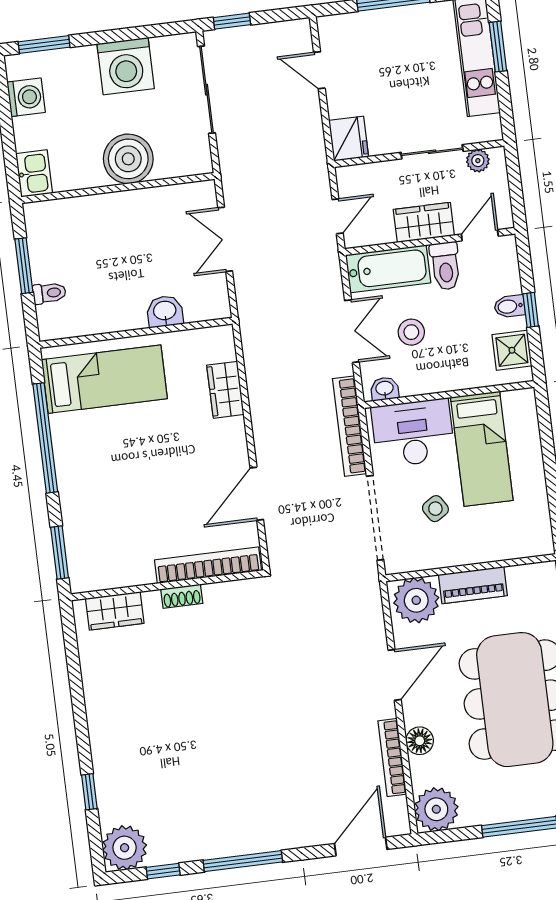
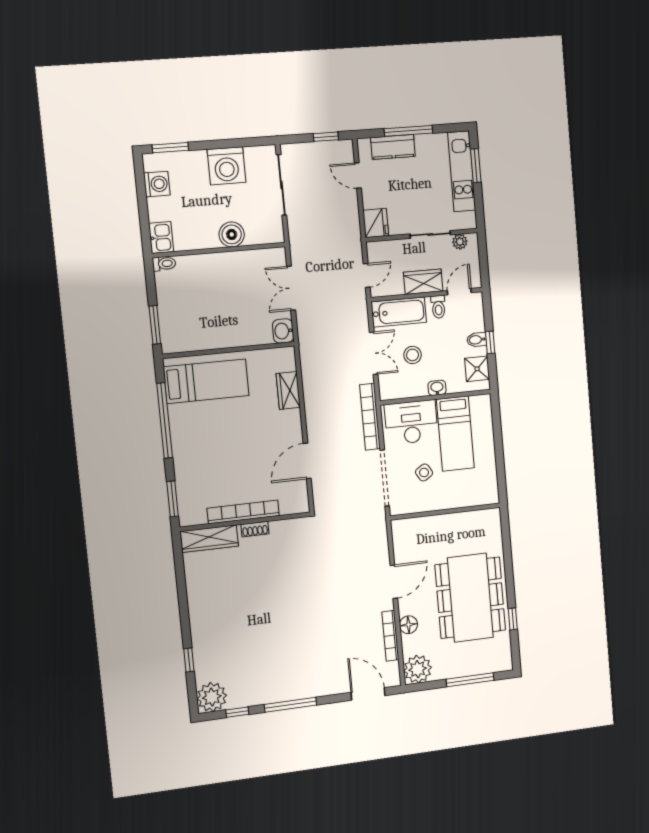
window: (232, 21) -> (326, 137), moved
kitchen counter: (371, 26) -> (393, 147), added
boiler: (128, 159) -> (232, 234), width x0.73, depth x0.73
window: (24, 266) -> (155, 325), moved
toilet: (445, 266) -> (438, 307), width x0.73, depth x0.72
toilet: (49, 293) -> (164, 264), moved
washbasin: (165, 311) -> (283, 331), moved, turned -90
washbasin: (385, 389) -> (437, 388), moved
bookcase: (208, 565) -> (243, 512), moved
piano: (473, 585) -> (446, 523), removed
plant: (416, 600) -> (409, 533), removed
wardrobe: (115, 611) -> (209, 539), width x1.50
door: (361, 846) -> (368, 694), hinge flipped

